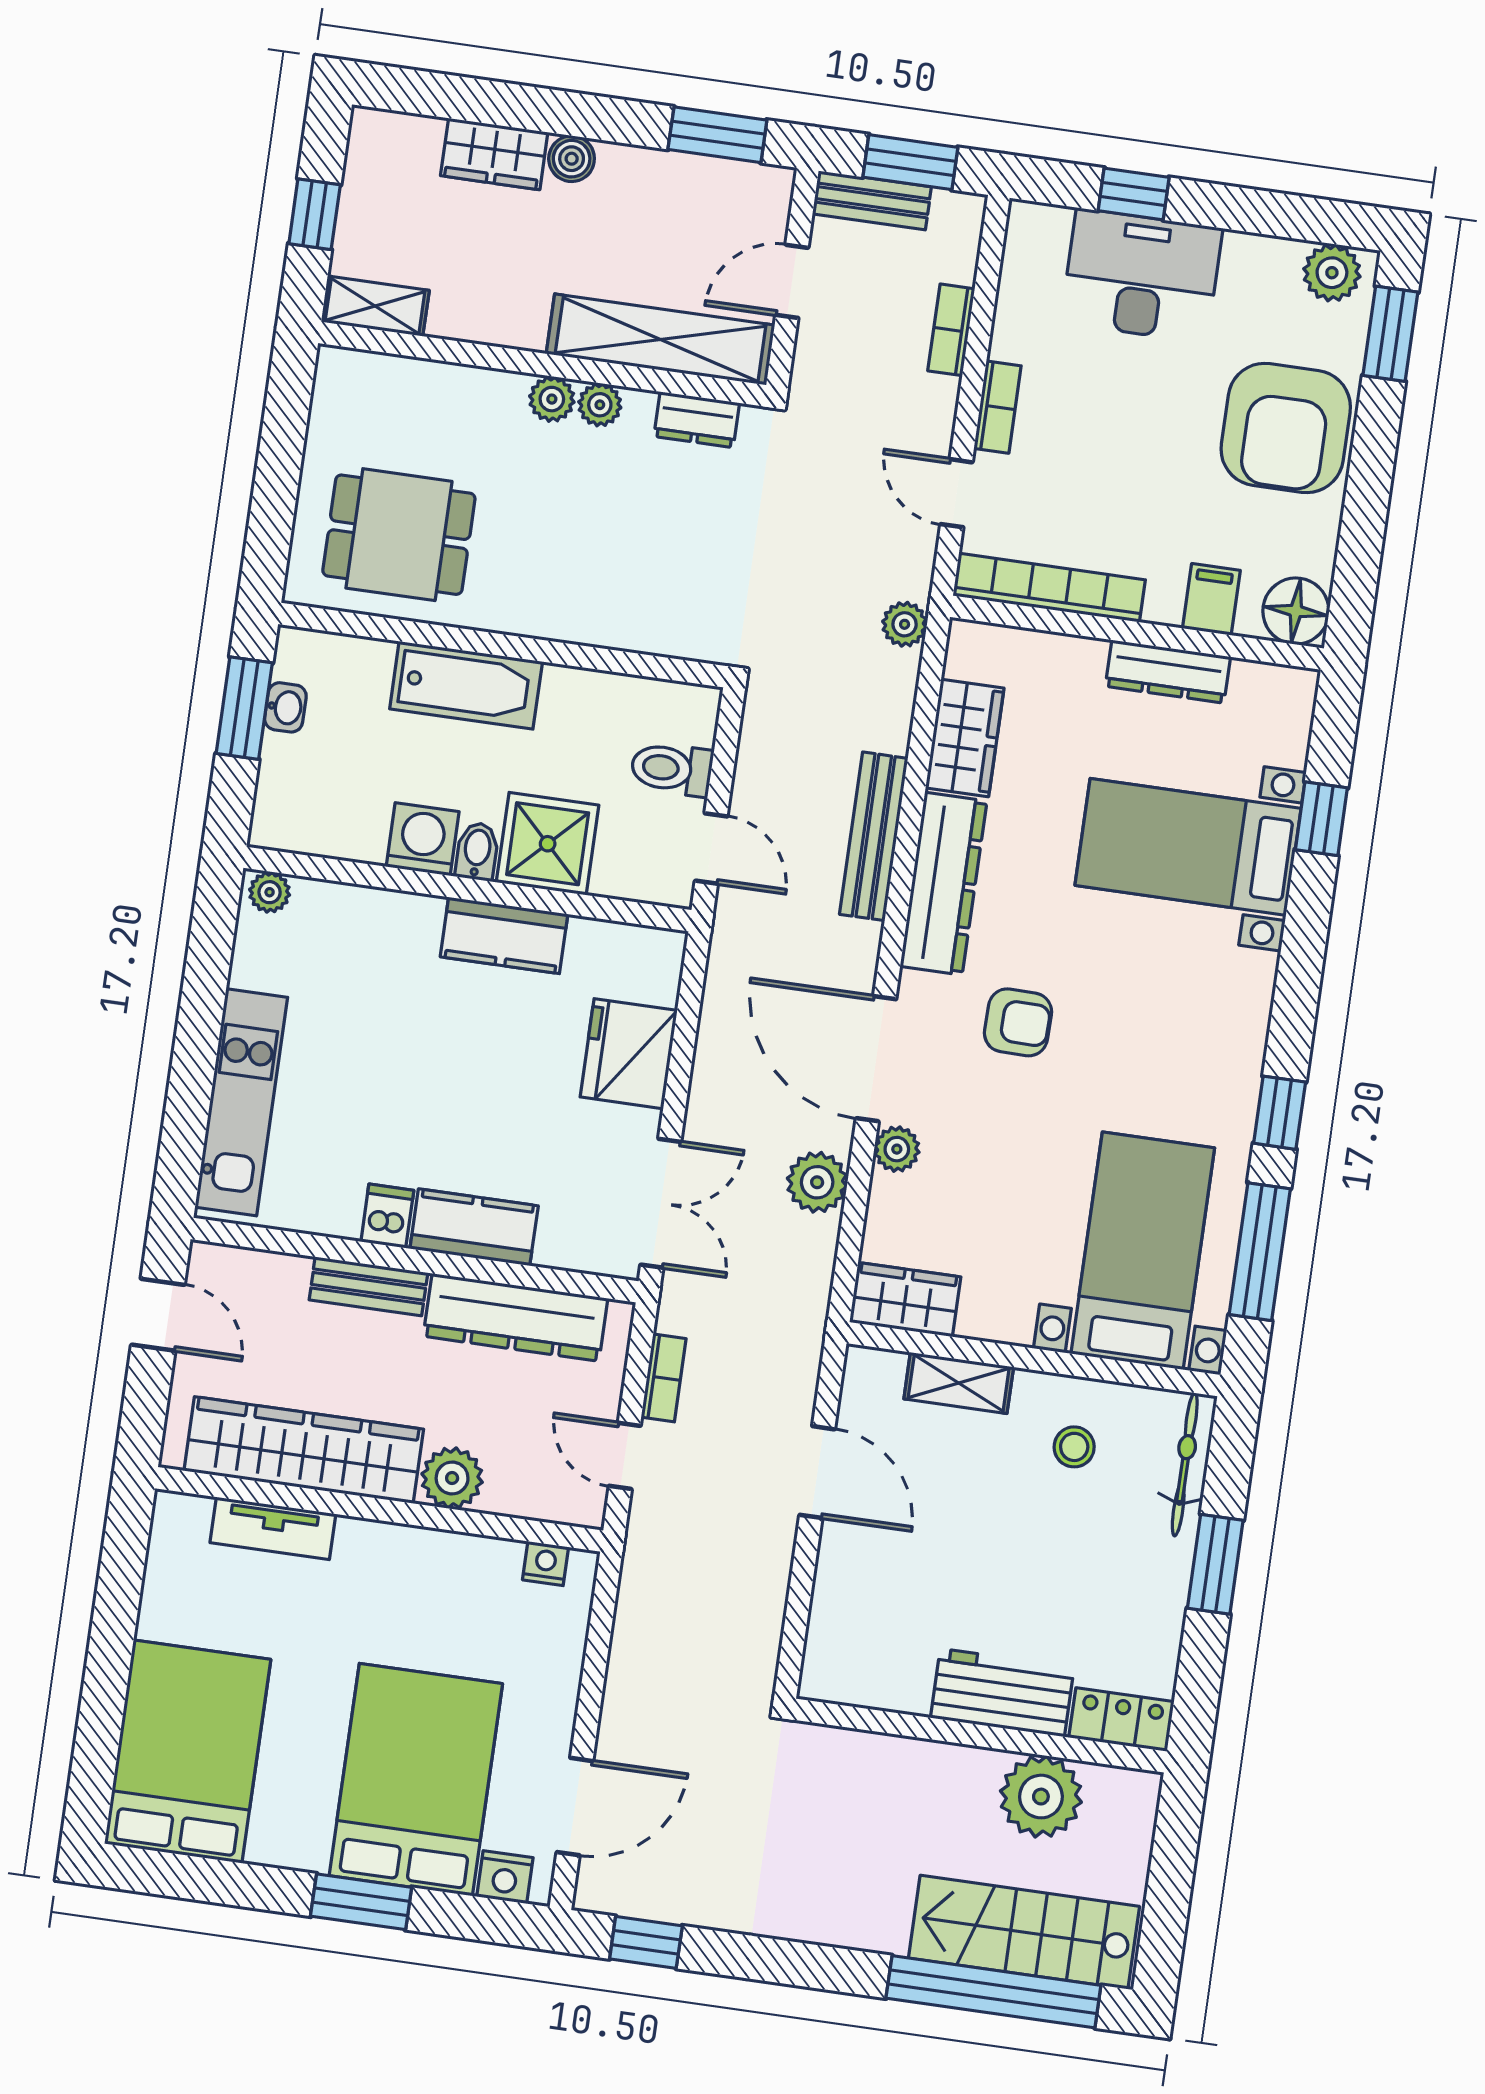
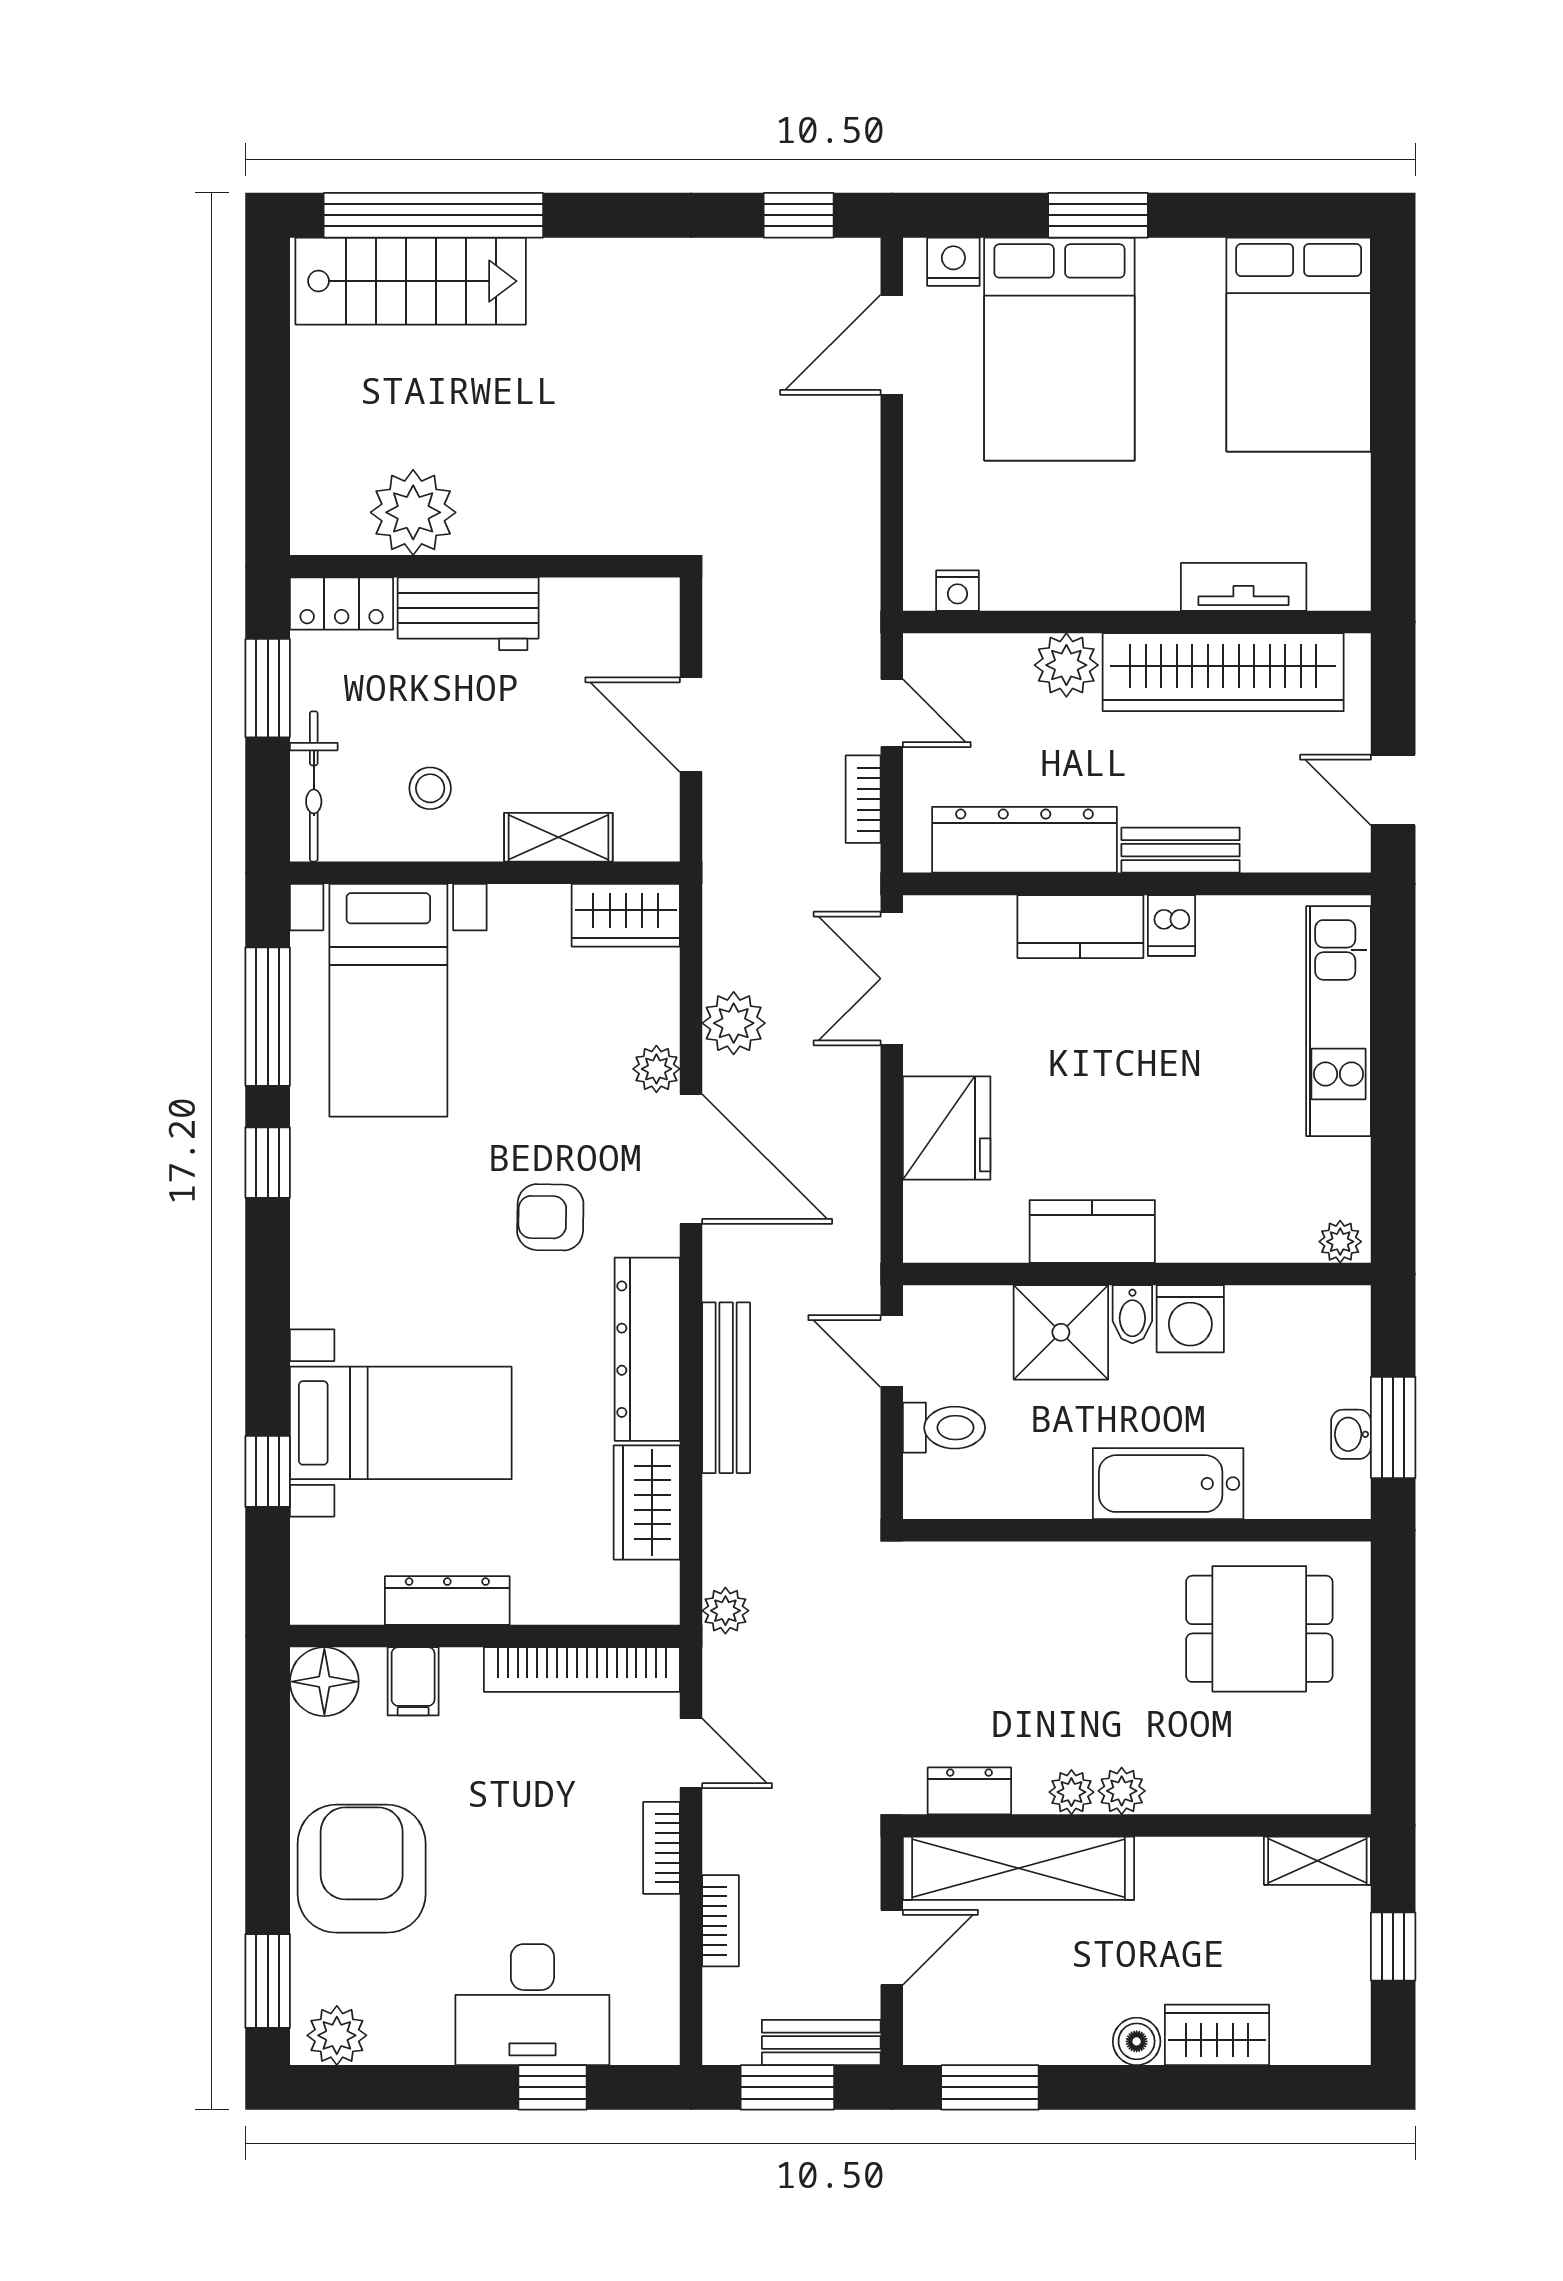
workbench: (1002, 1693) -> (468, 614), moved
locker: (1121, 1720) -> (342, 604), moved
wall: (980, 1736) -> (485, 566), moved
plant: (1041, 1797) -> (413, 512), moved

